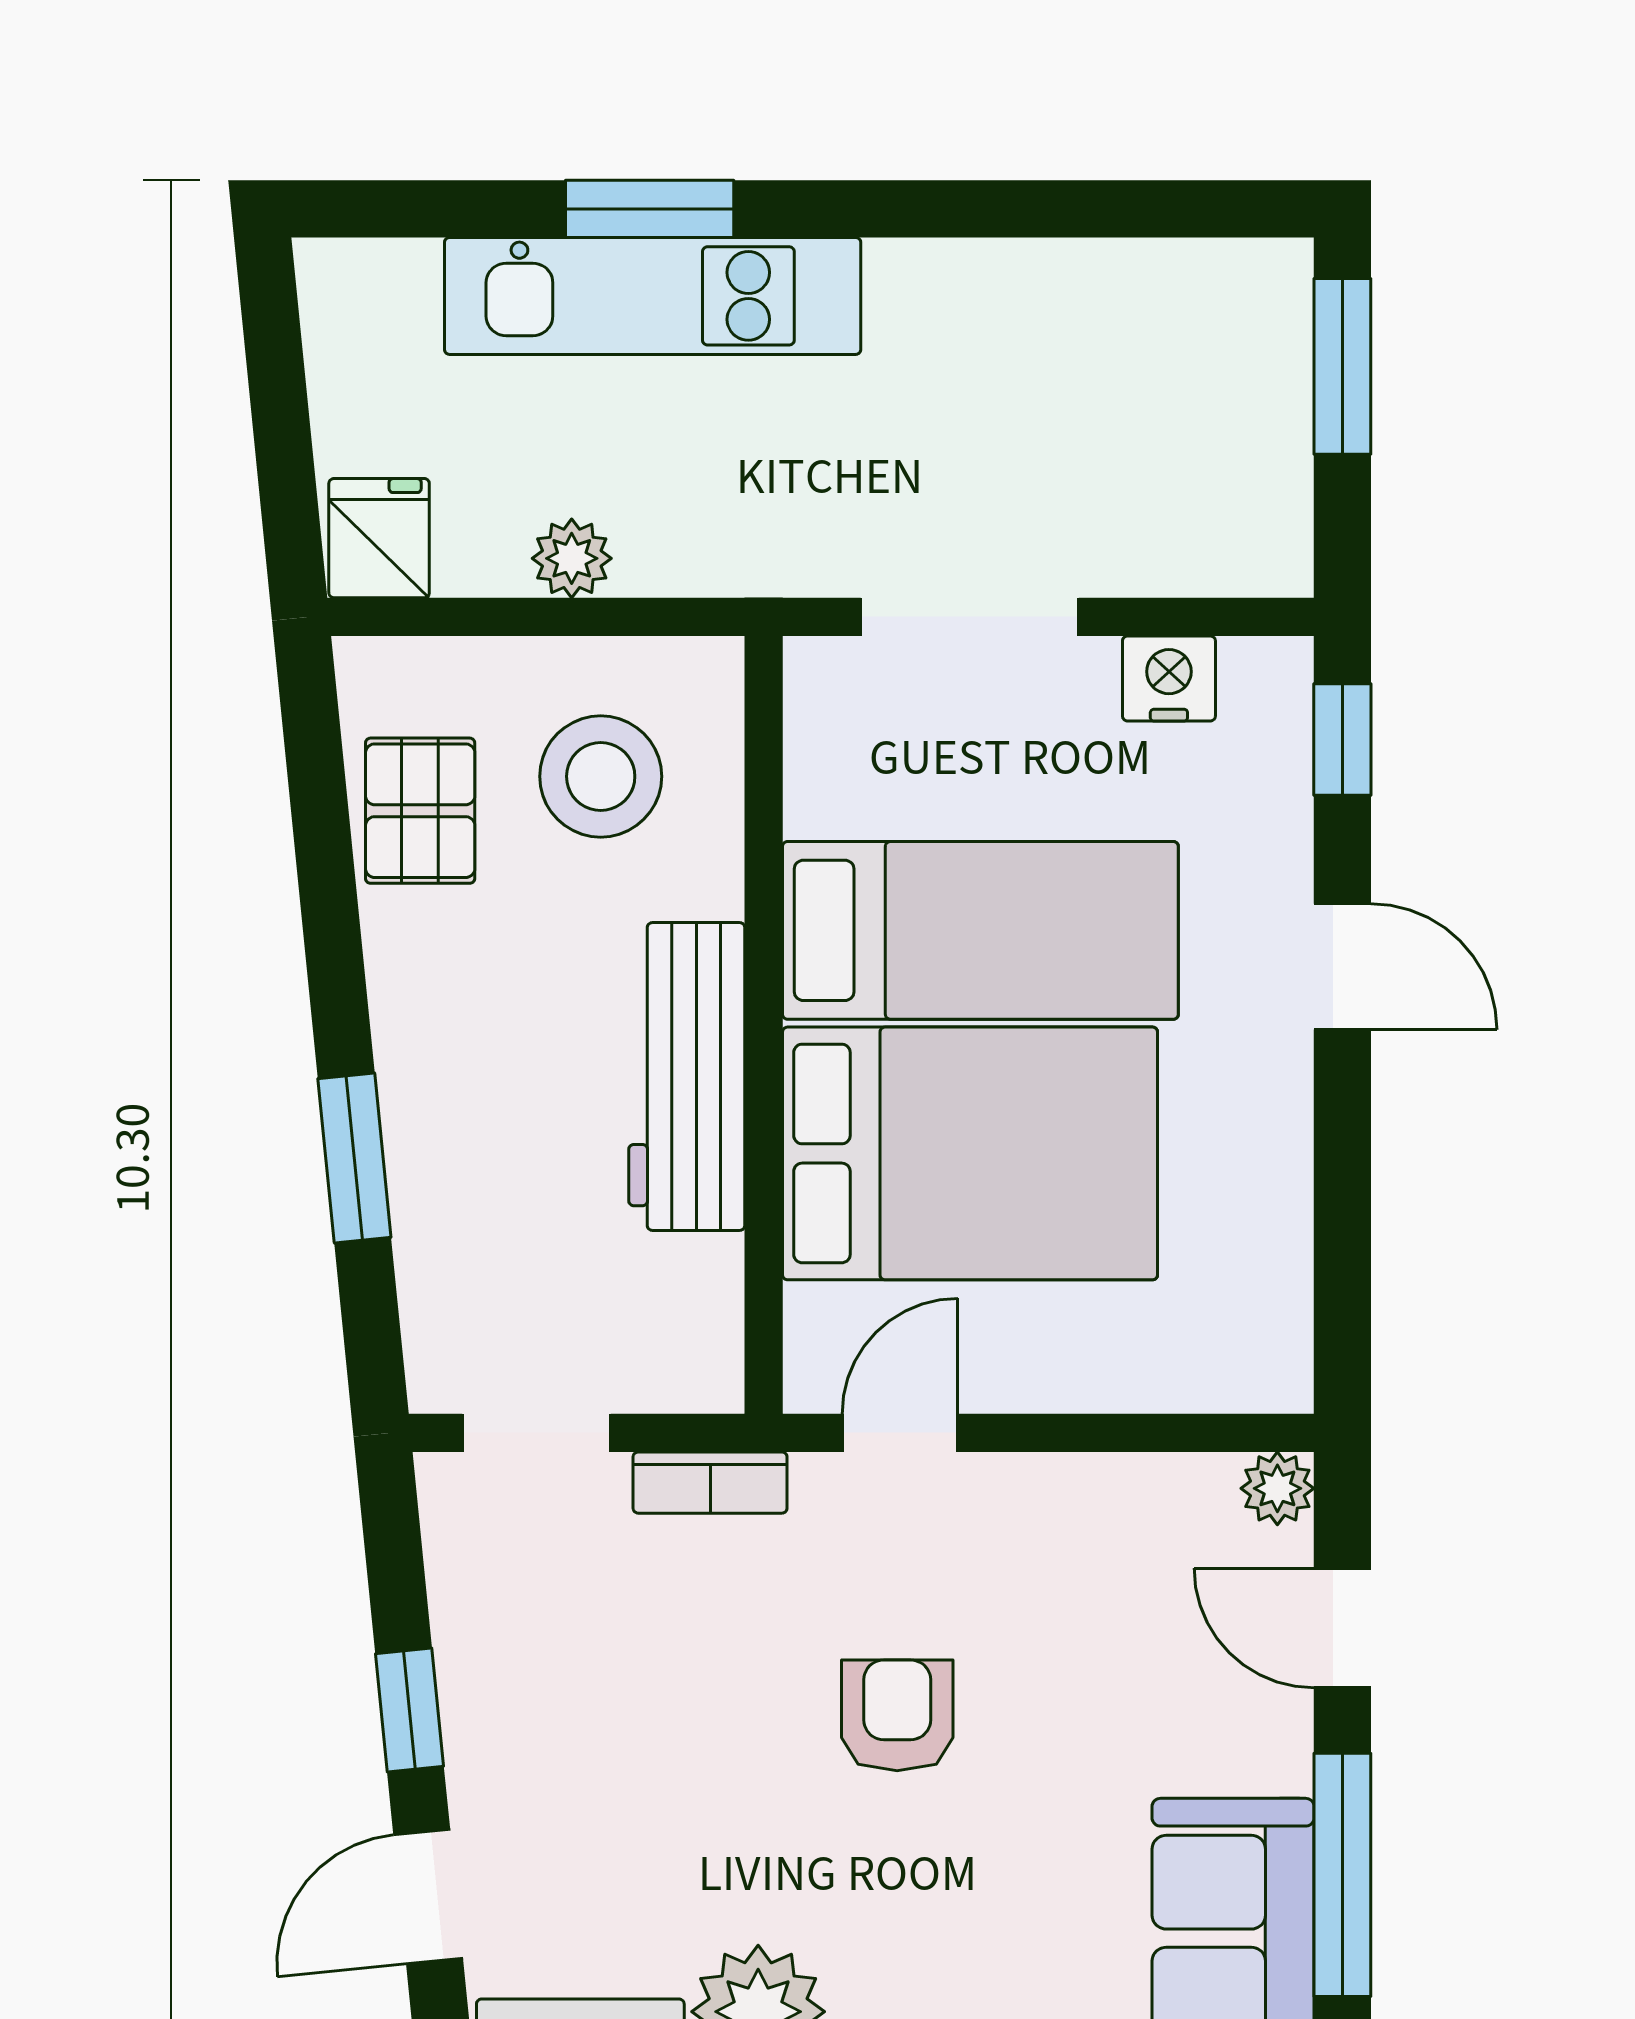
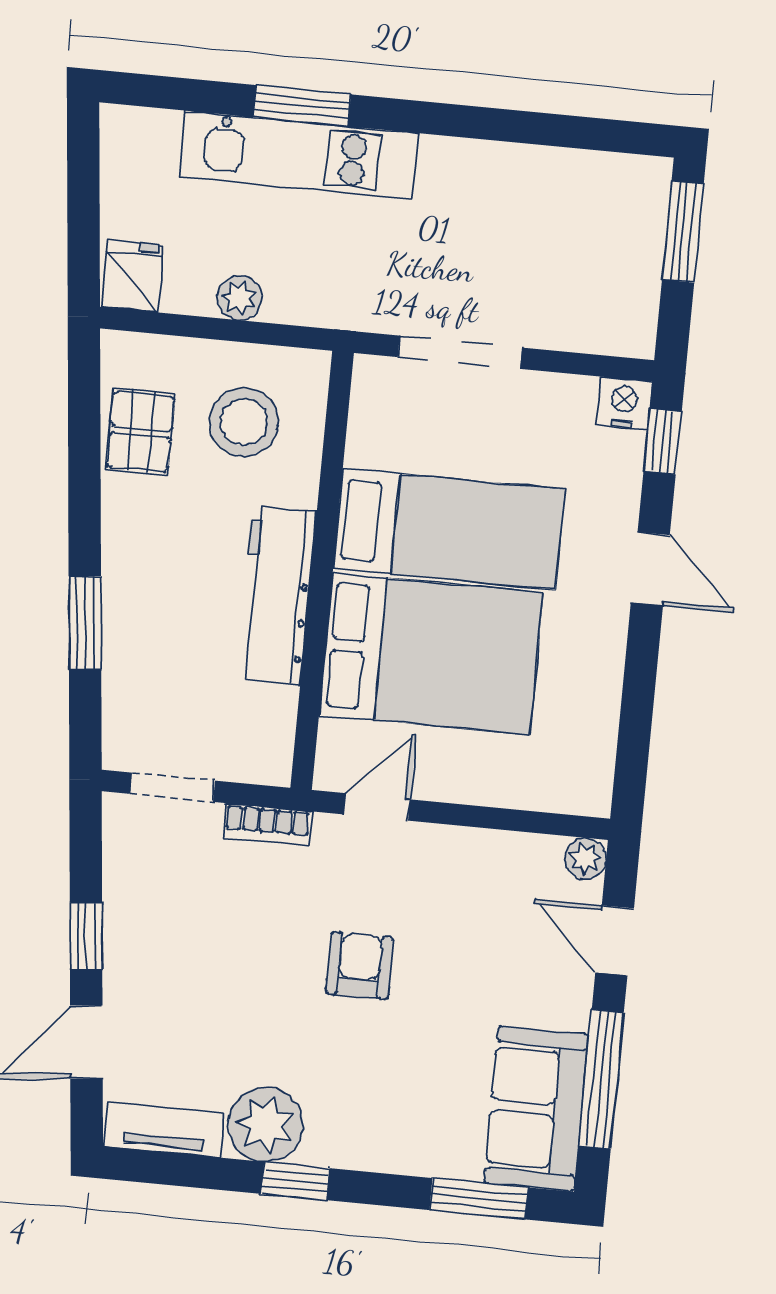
nightstand: (1169, 678) -> (624, 403), moved

